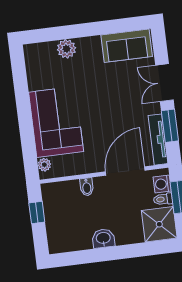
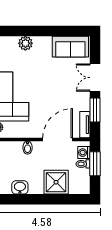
tv unit: (158, 140) -> (85, 125), width x0.71
shower: (159, 224) -> (56, 182), moved
washbasin: (103, 238) -> (20, 187), moved

